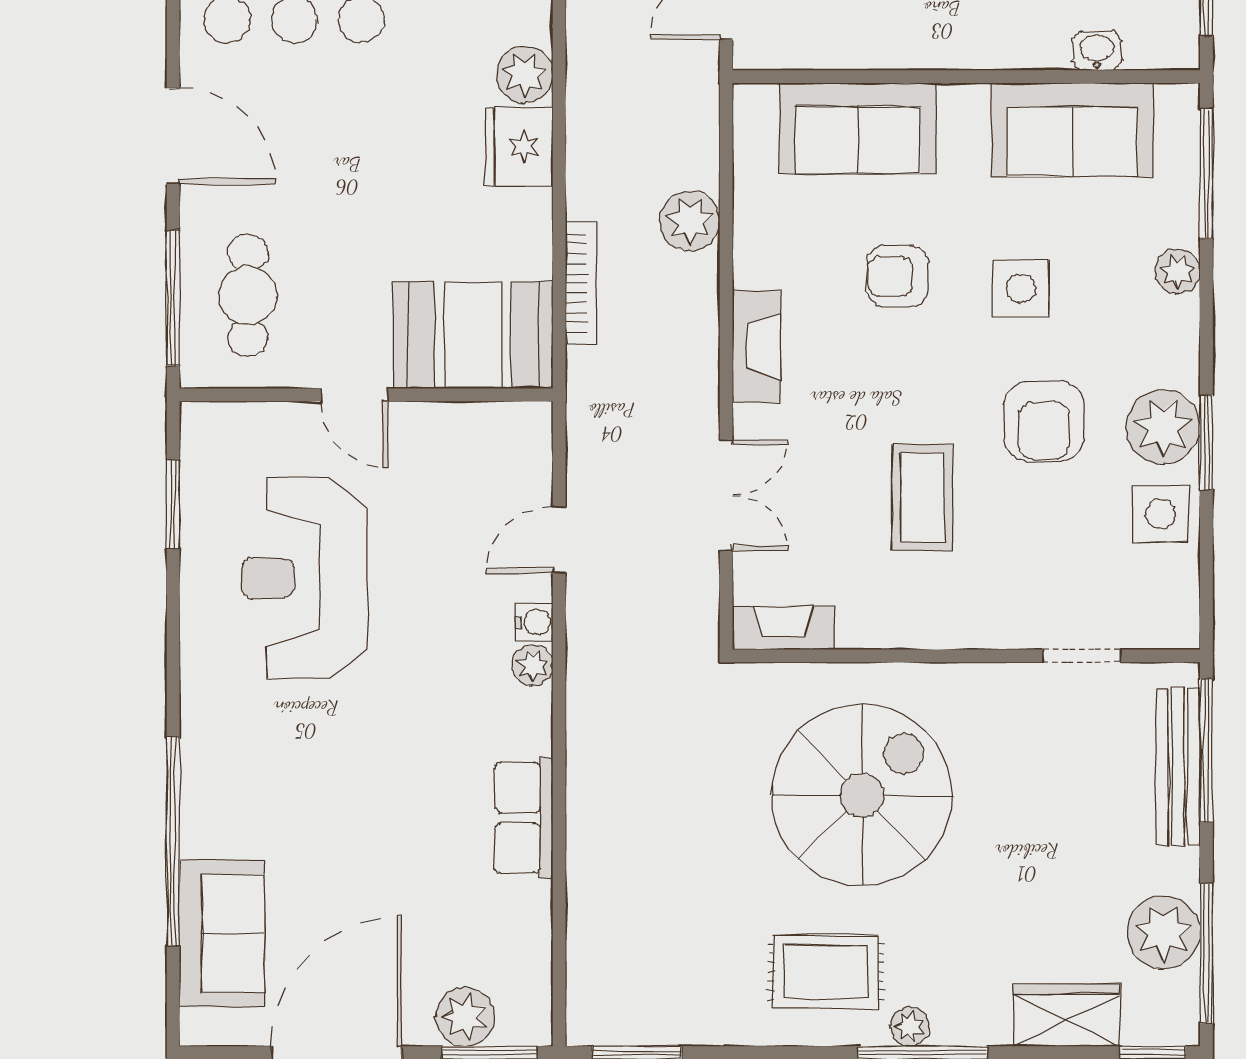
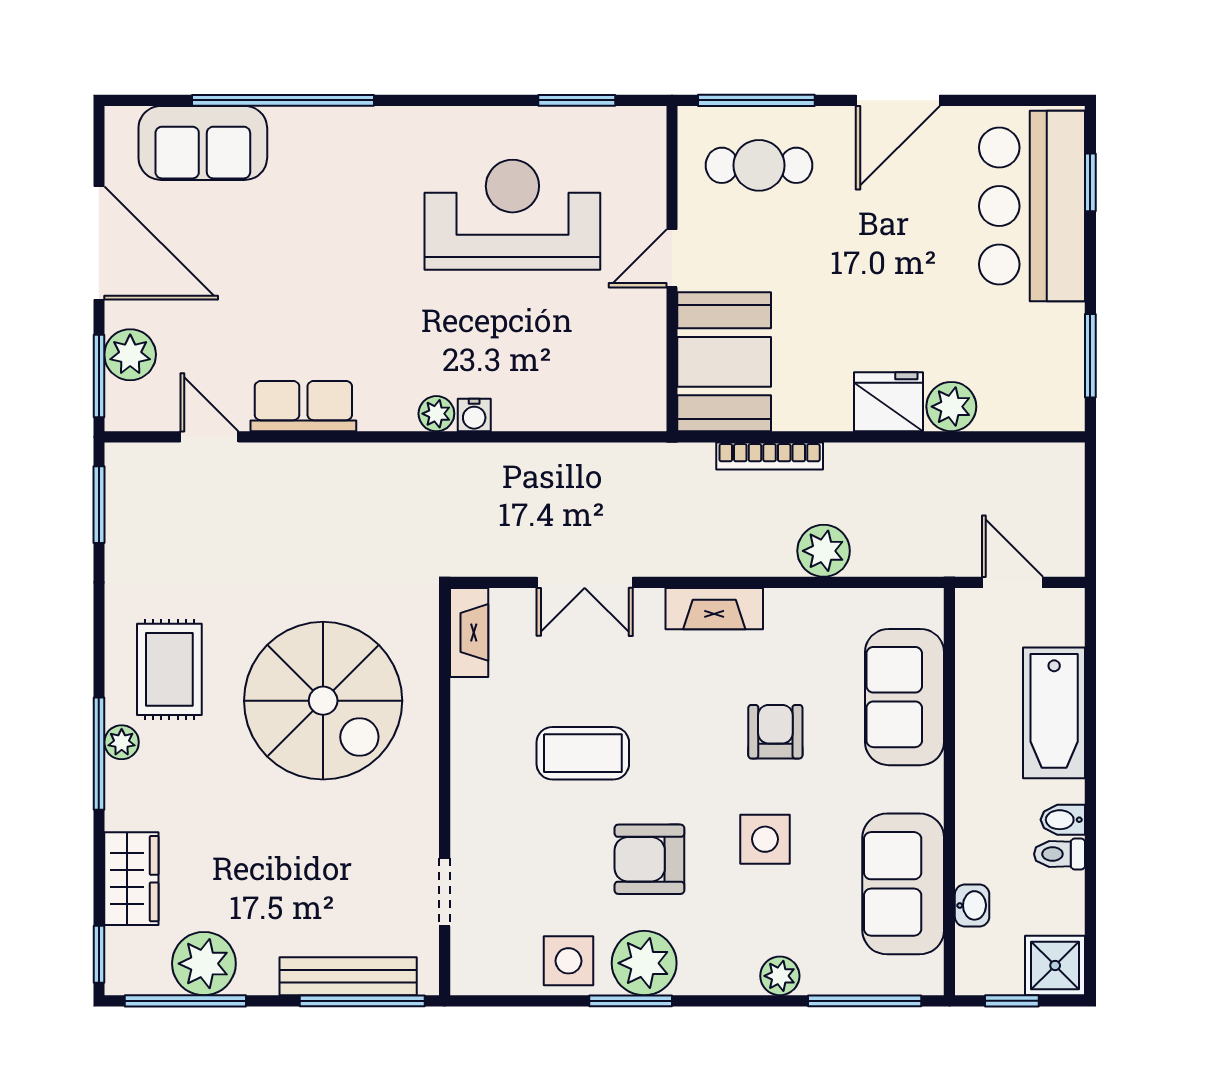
door: (559, 540) -> (209, 437), moved

